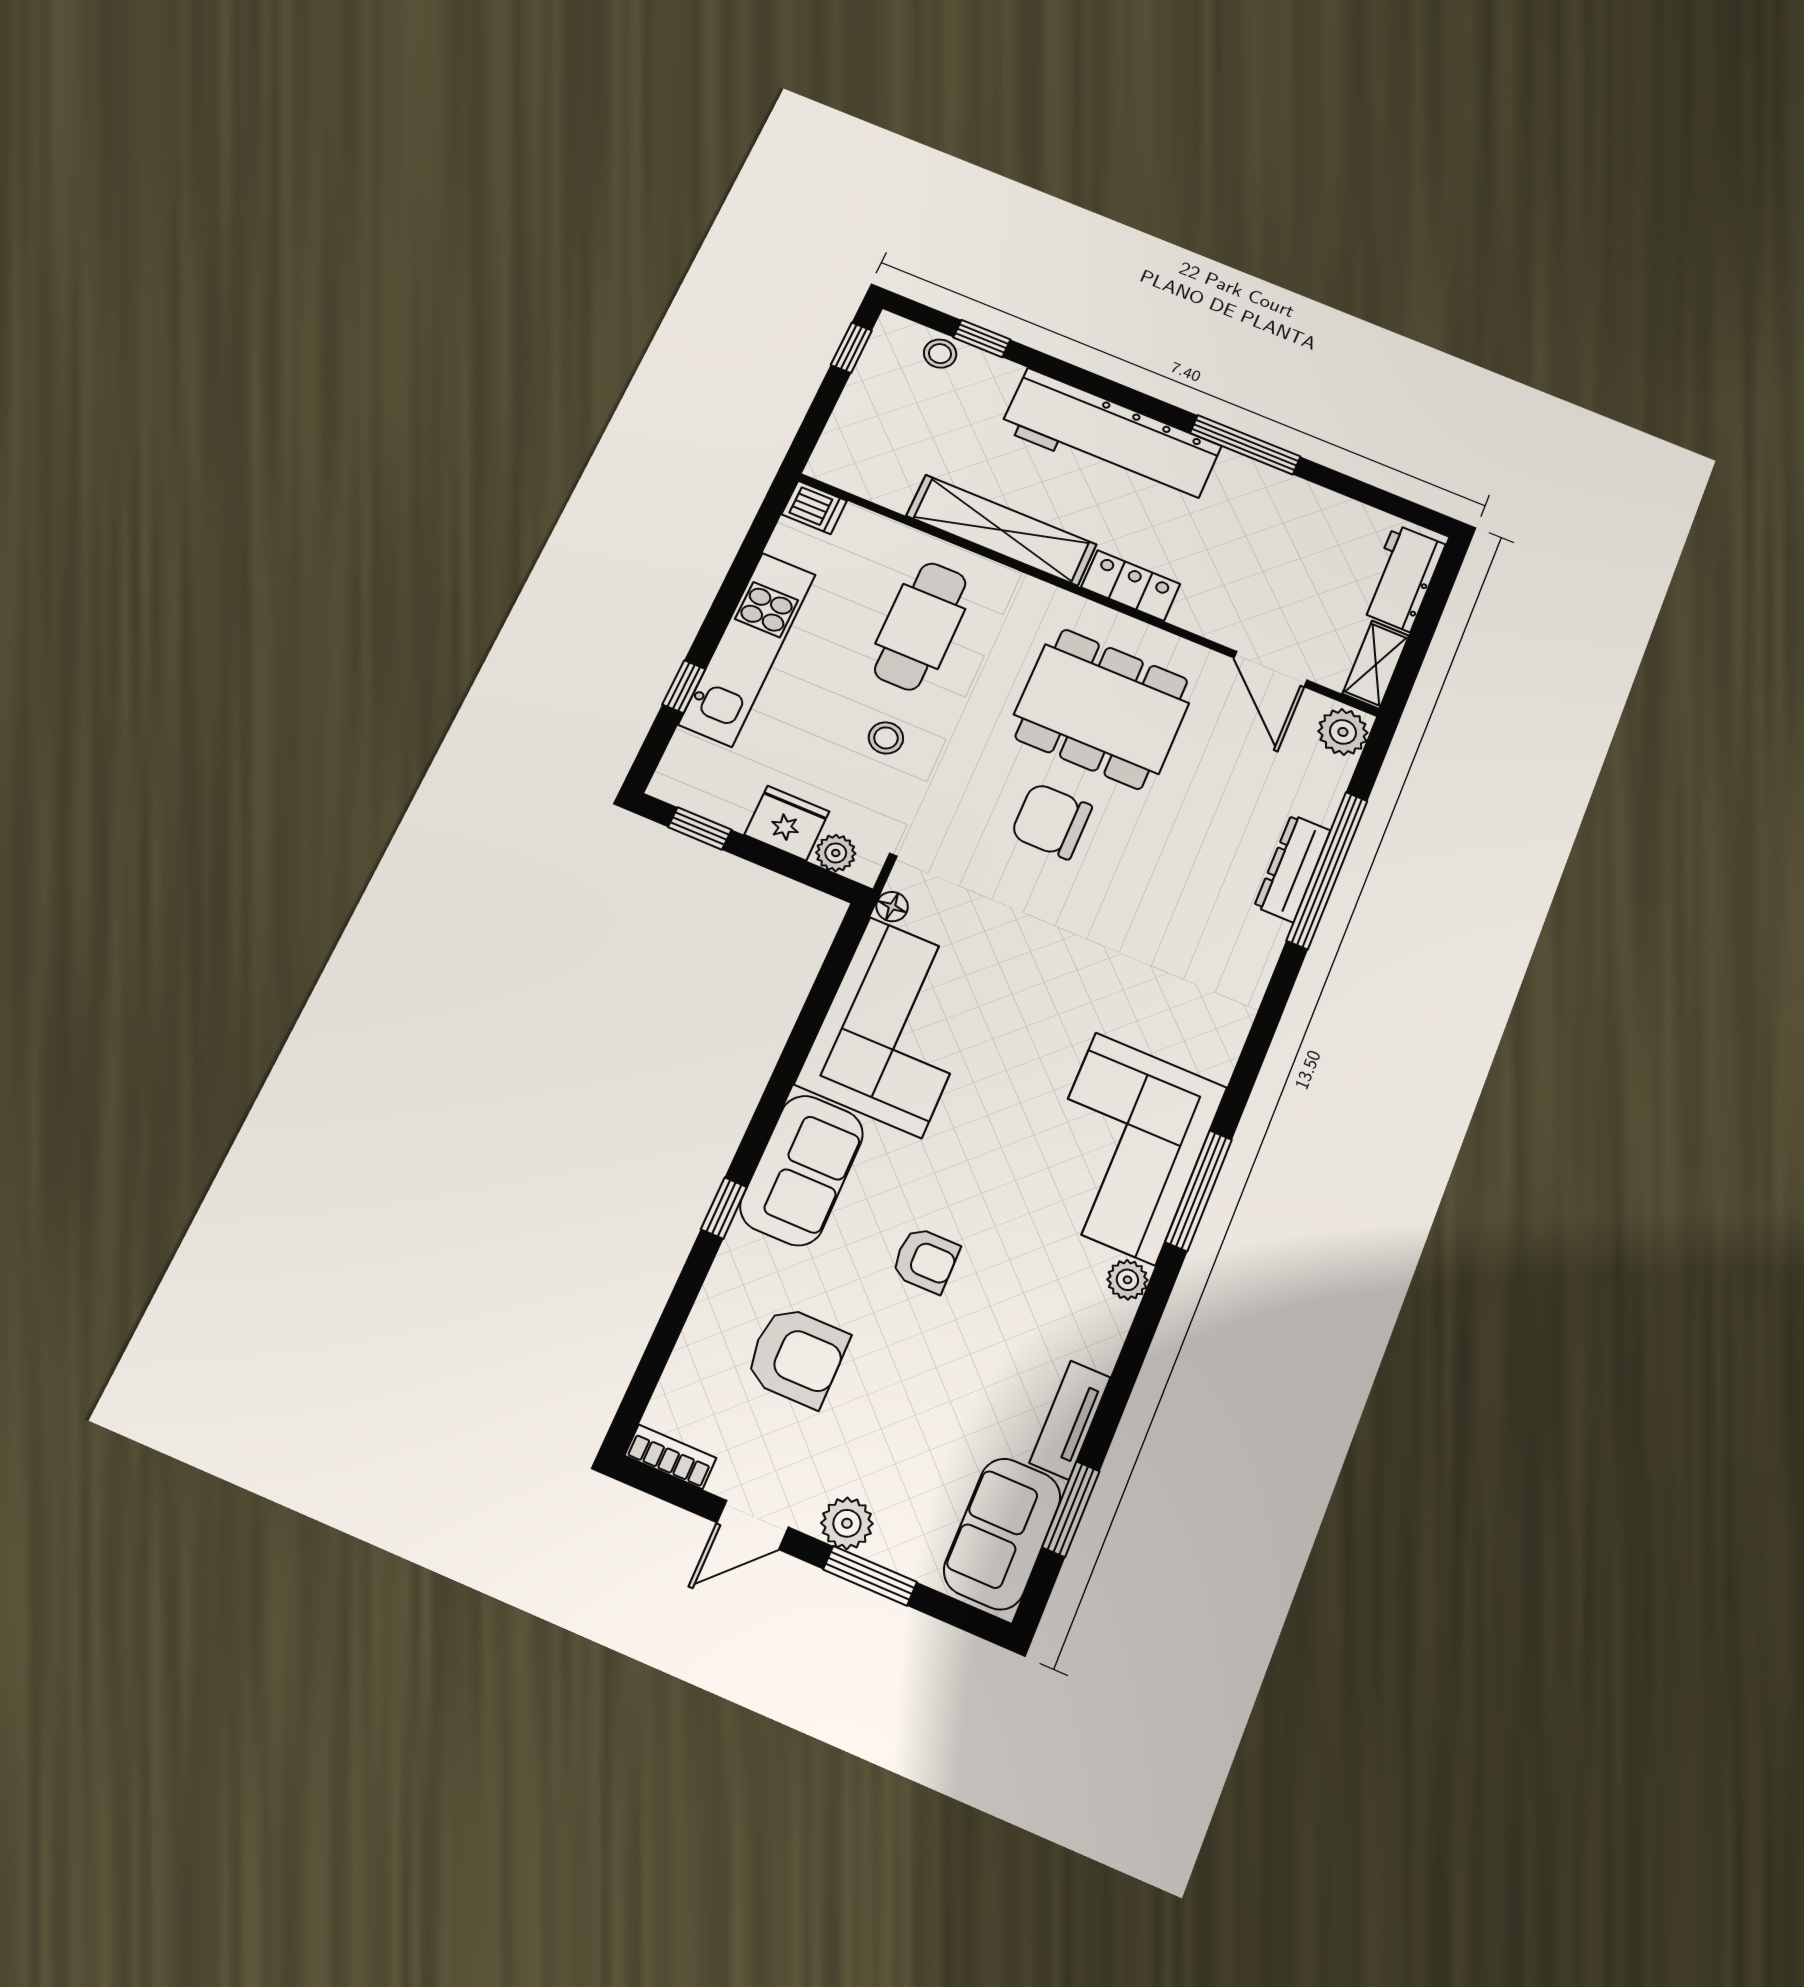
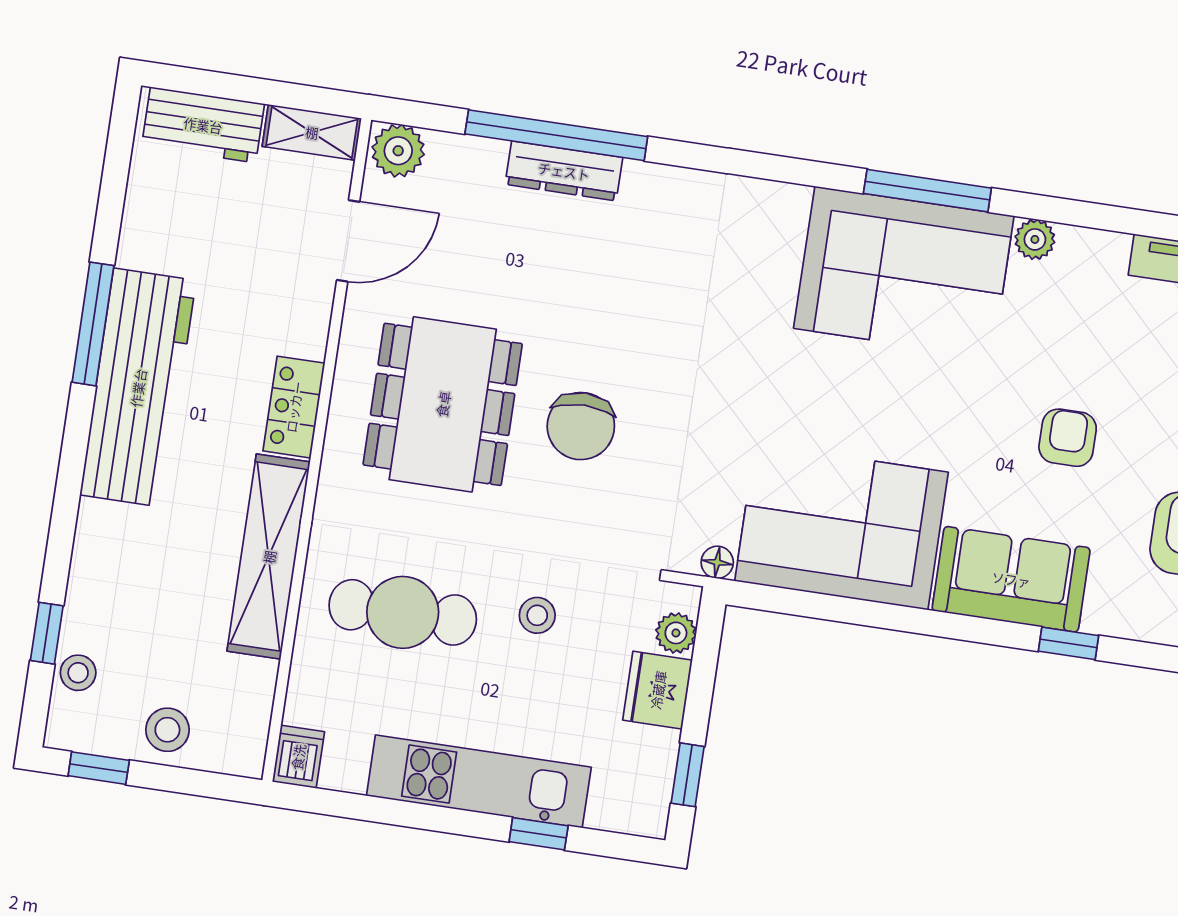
stool: (869, 410) -> (167, 730), added
workbench: (1111, 437) -> (138, 388), moved

